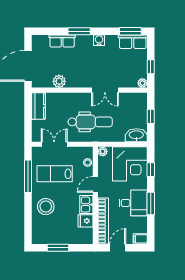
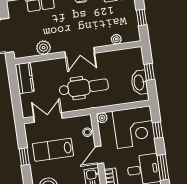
plant: (142, 83) -> (116, 39), moved
double door: (105, 90) -> (80, 52), moved
washbasin: (136, 135) -> (139, 82), moved, turned -90
window: (28, 176) -> (24, 157), width x0.46

